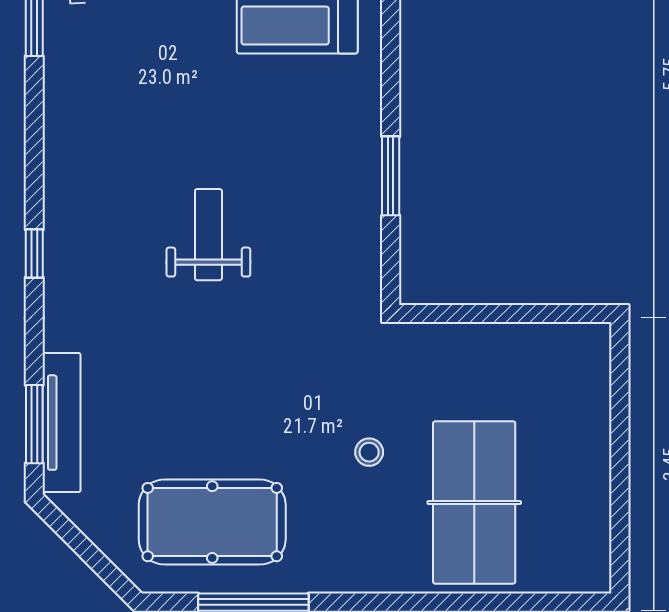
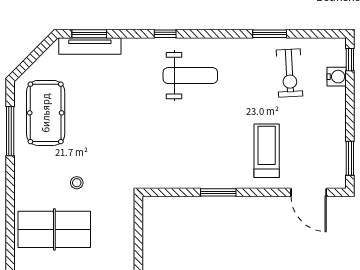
window: (391, 176) -> (218, 192), moved
weight bench: (208, 235) -> (190, 76), moved, width x1.36, depth x1.33

